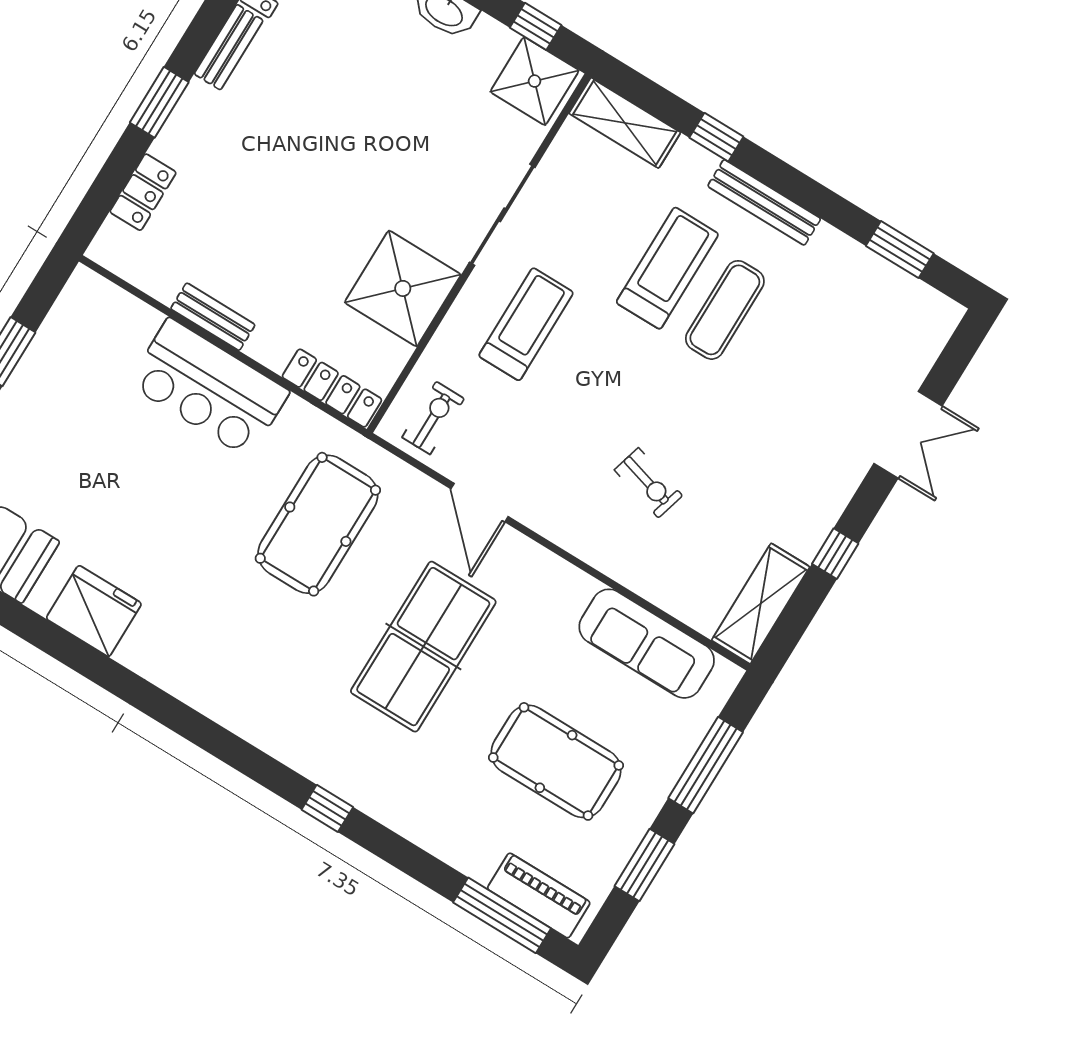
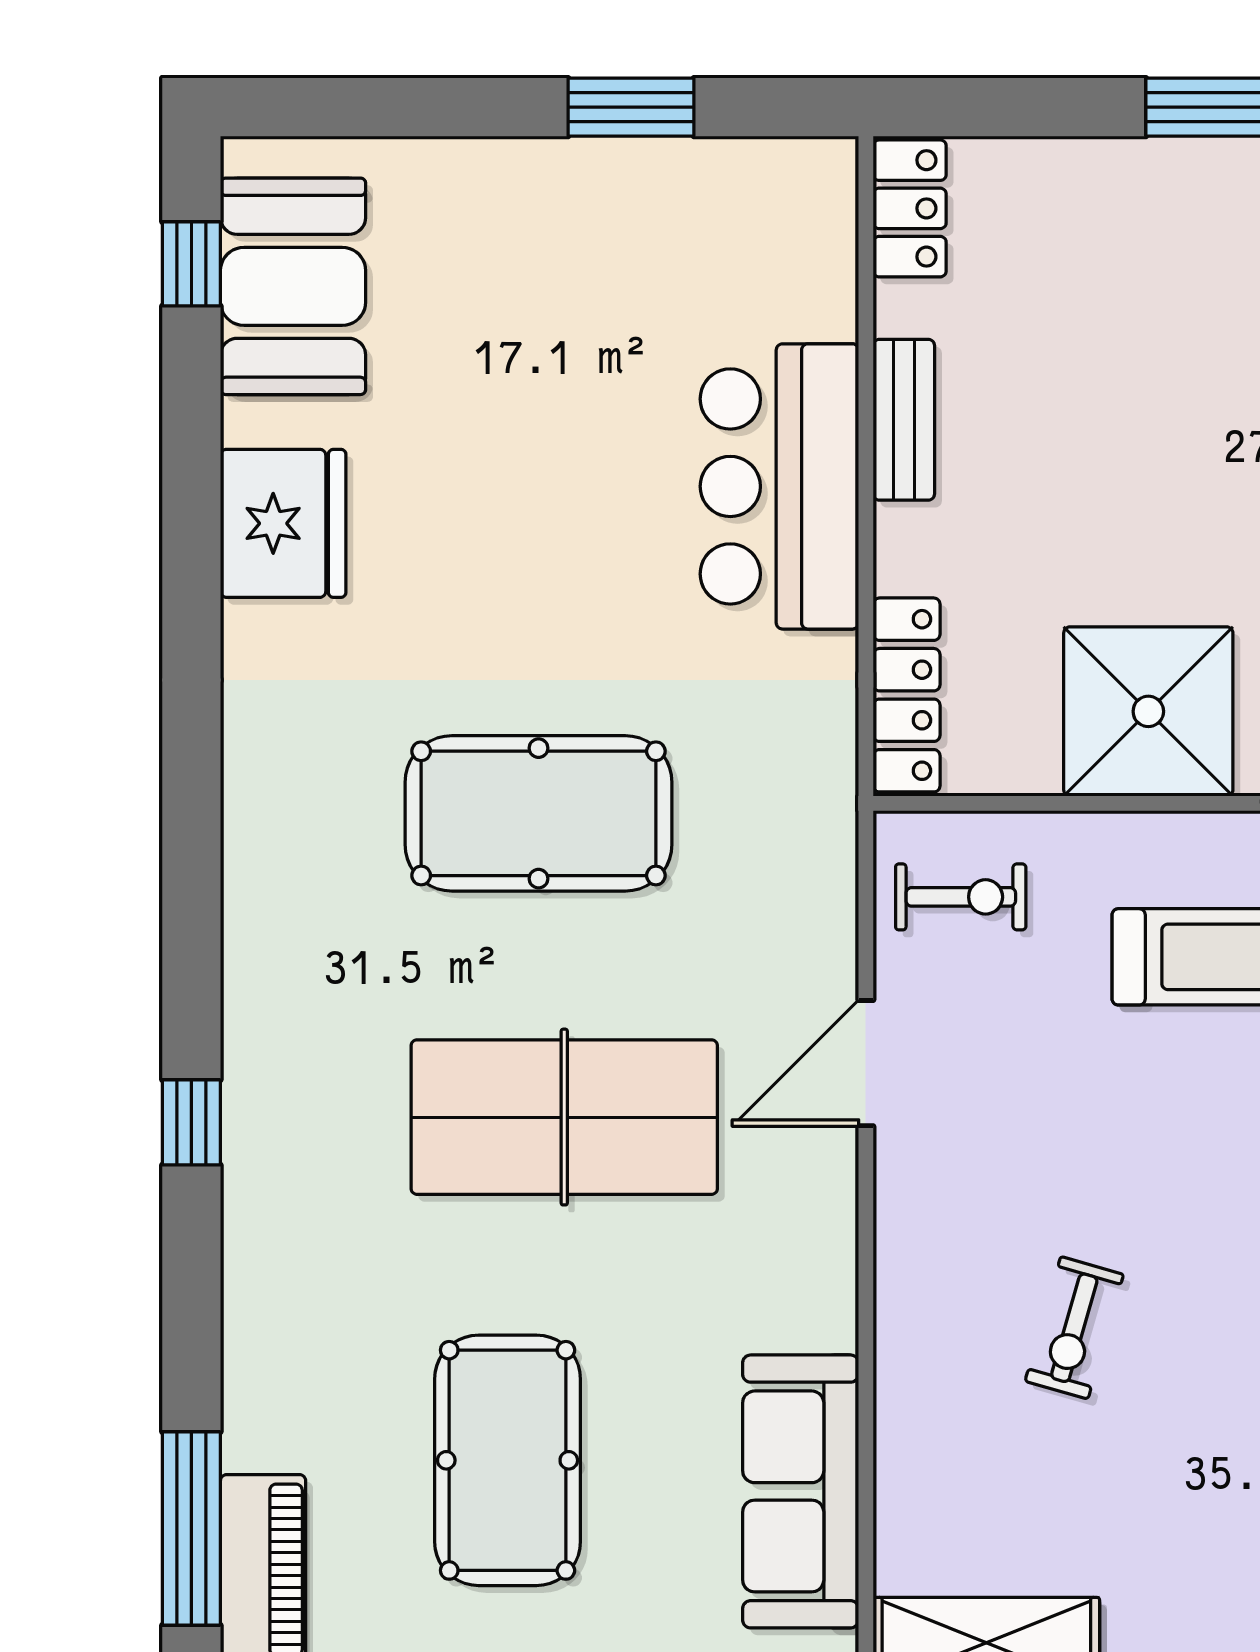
locker: (143, 192) -> (910, 208), moved, turned -90
pool table: (318, 524) -> (539, 813), moved

